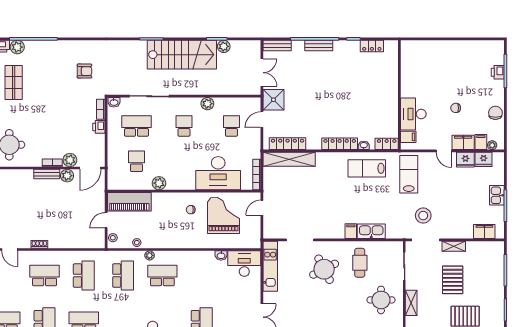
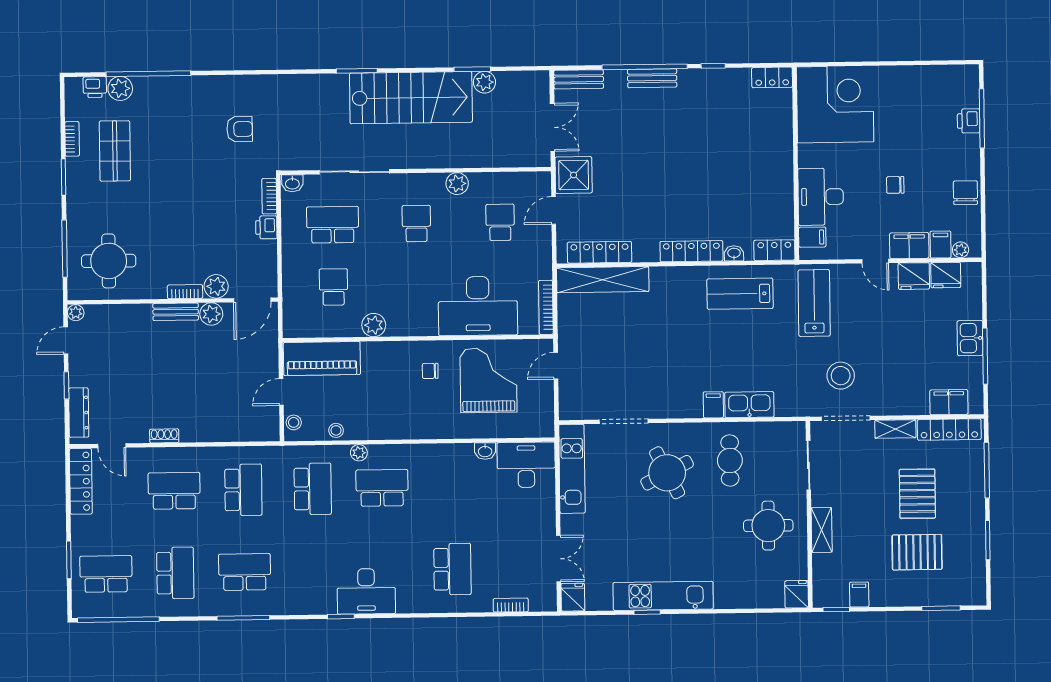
locker: (372, 46) -> (772, 77), moved
corner desk: (422, 62) -> (835, 104), added
locker: (484, 247) -> (949, 430), added
pallet: (453, 280) -> (917, 494), moved

